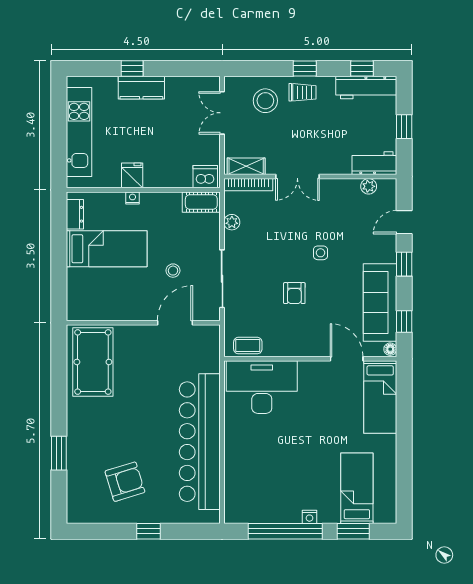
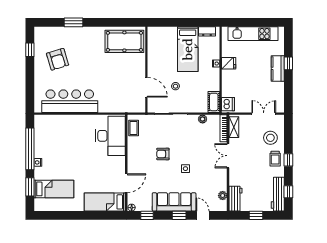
sofa: (380, 302) -> (174, 202), moved
bar counter: (200, 442) -> (70, 101), width x0.73
window: (149, 531) -> (30, 50), moved

